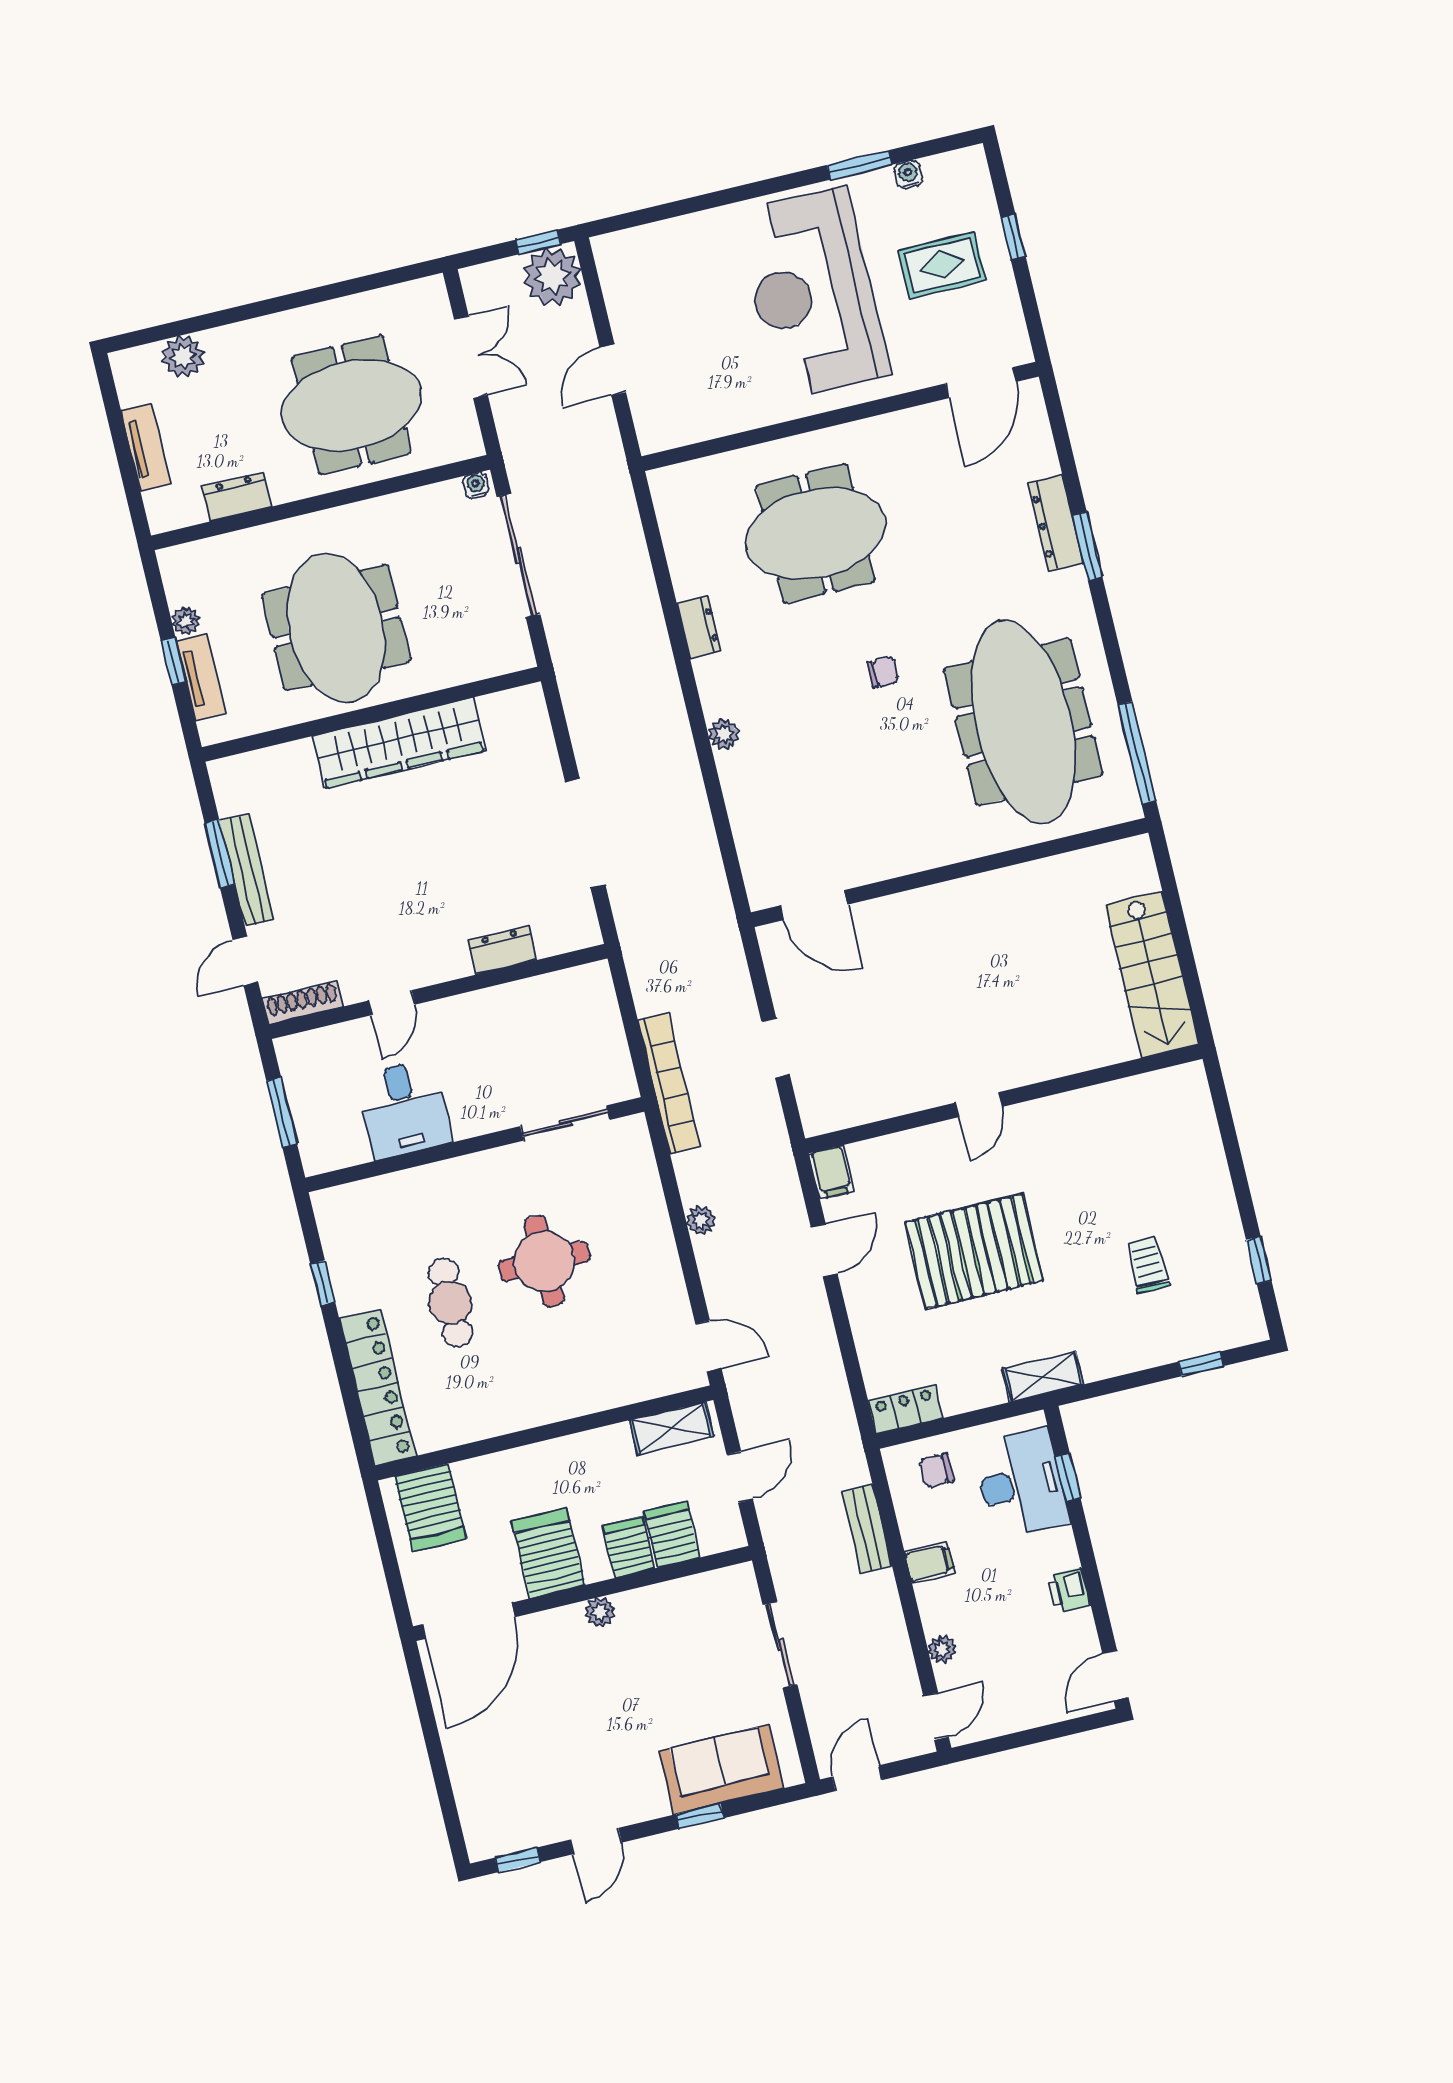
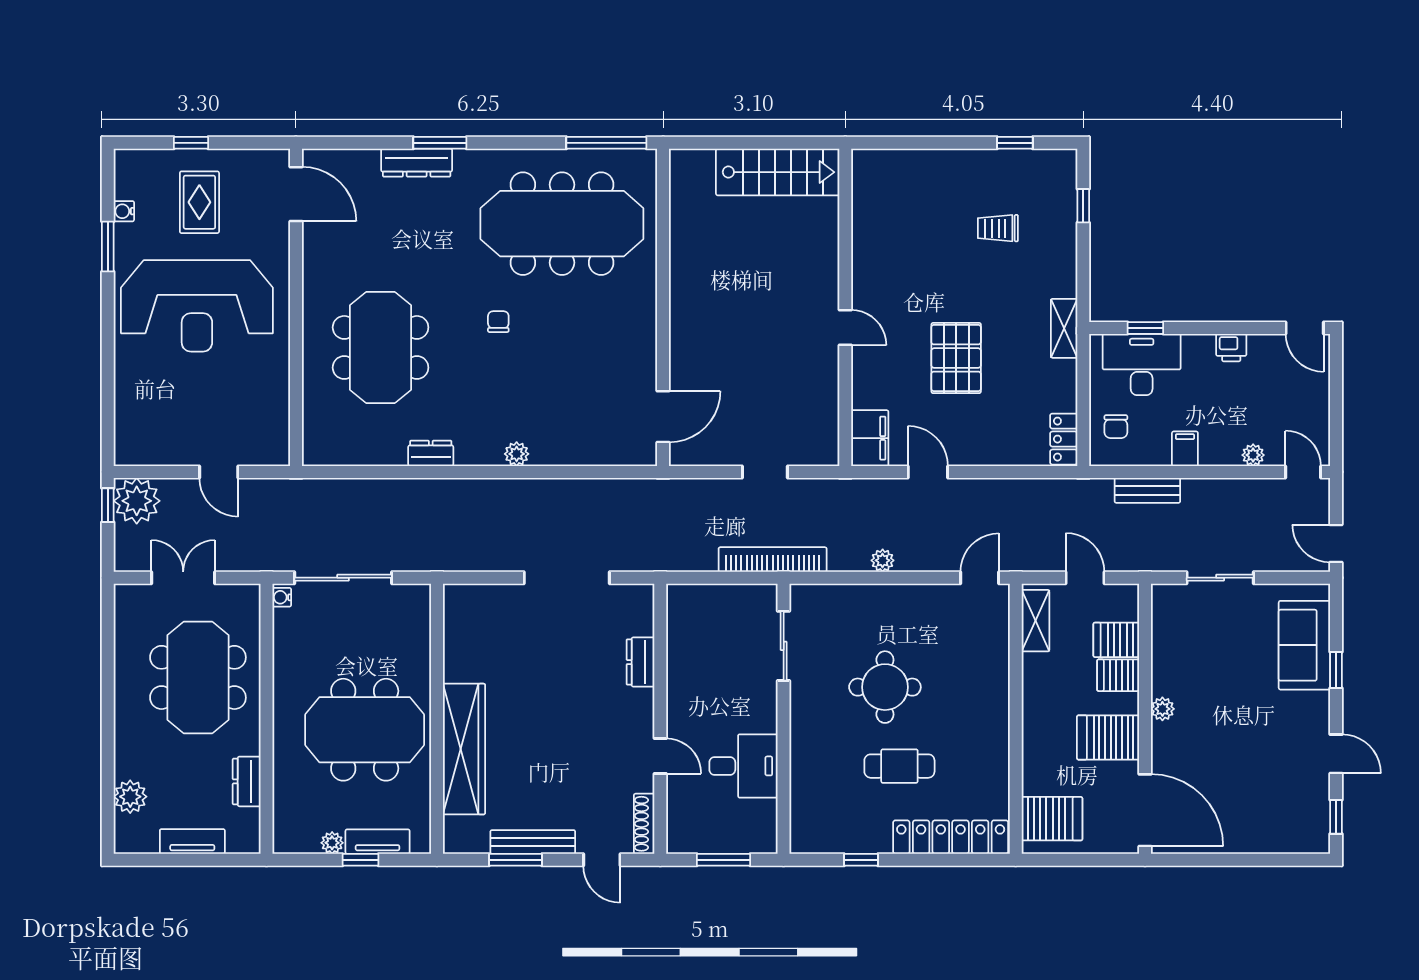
wardrobe: (399, 743) -> (464, 749), moved
filing cabinet: (832, 1172) -> (870, 438), width x2.00
pallet: (974, 1251) -> (956, 358), width x0.73, depth x0.71

